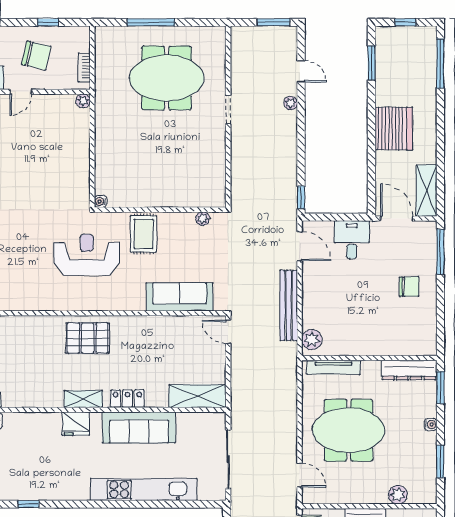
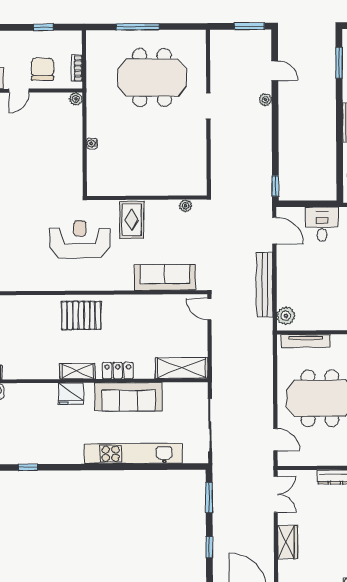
chair: (36, 55) -> (42, 69), moved, turned -103
water cooler: (100, 201) -> (92, 144), moved

